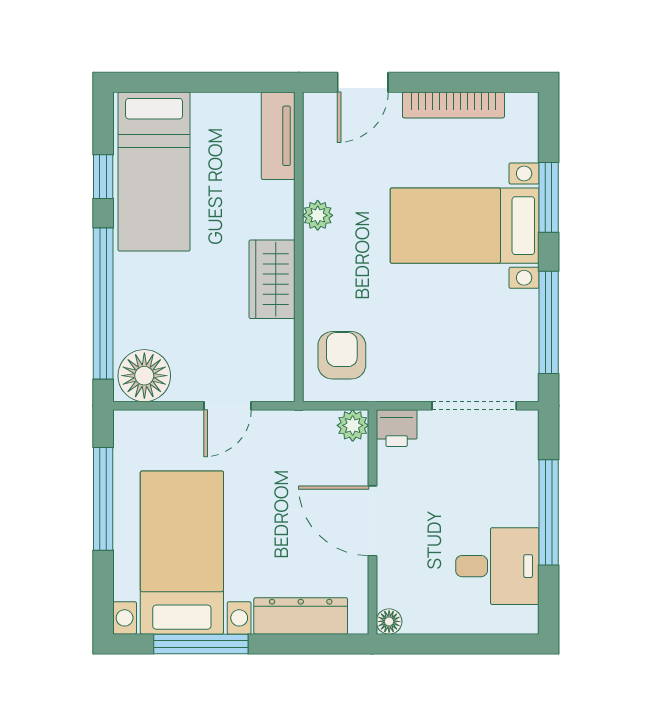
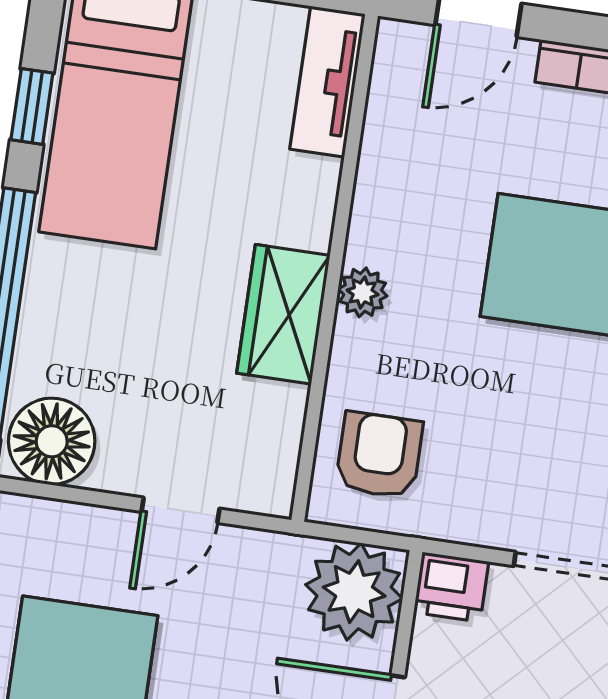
plant: (318, 215) -> (363, 292), moved
plant: (353, 425) -> (354, 592), width x1.87, depth x1.87

